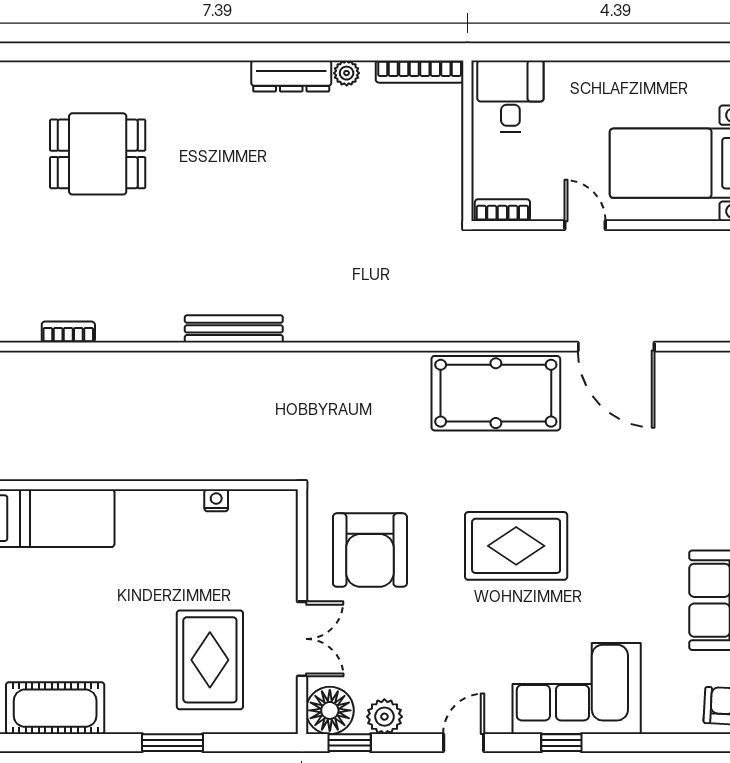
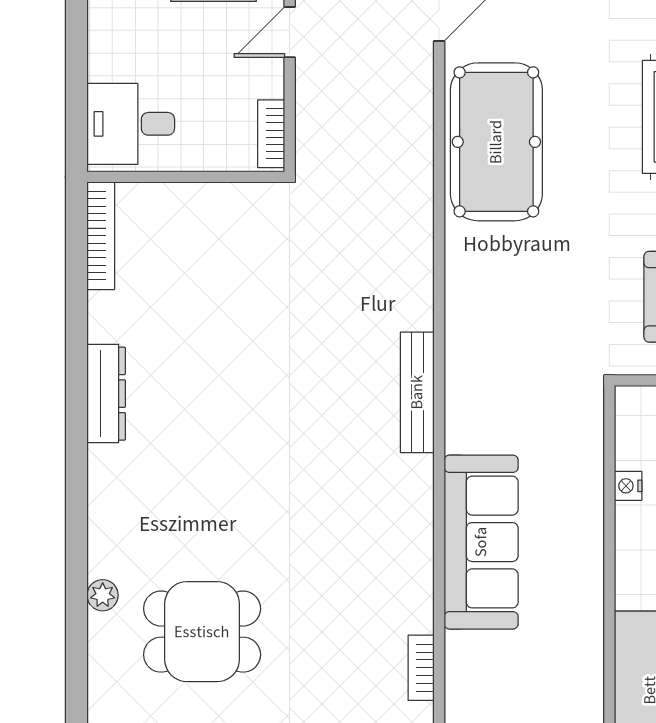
plant: (347, 73) -> (103, 595), moved
dining table: (98, 154) -> (202, 632), turned 90
bench: (234, 329) -> (417, 392), moved
sofa: (171, 381) -> (481, 542), added

